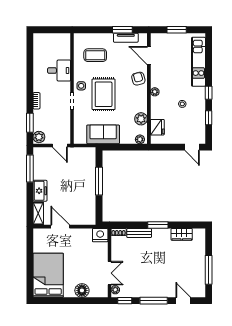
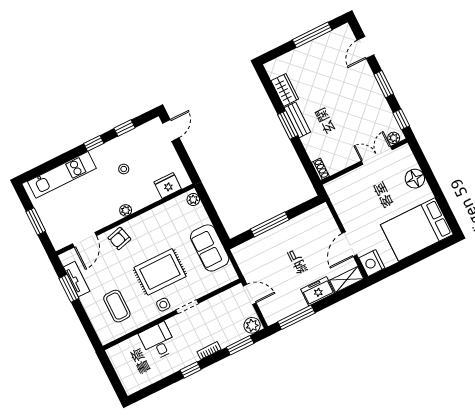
window: (30, 82) -> (191, 370), added
plant: (141, 119) -> (167, 211), removed
door: (60, 145) -> (250, 294), hinge flipped
bench: (139, 233) -> (297, 120), moved
nightstand: (100, 235) -> (372, 263), moved
window: (154, 301) -> (384, 84), width x0.69

